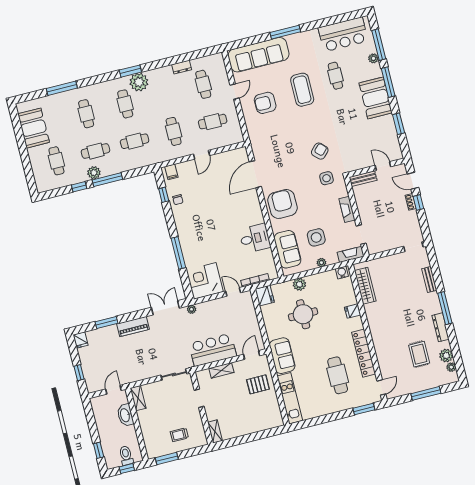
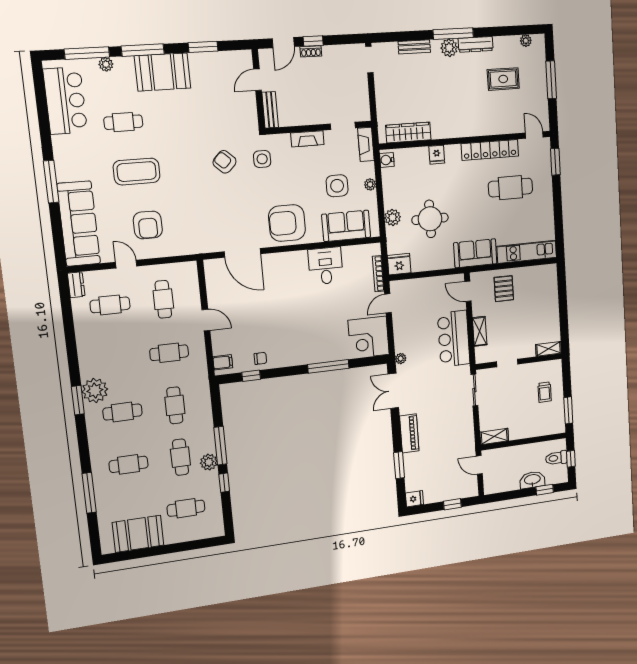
dresser: (182, 67) -> (76, 285), moved
plant: (446, 356) -> (449, 48), moved
washbasin: (125, 415) -> (532, 480), moved, turned 180

